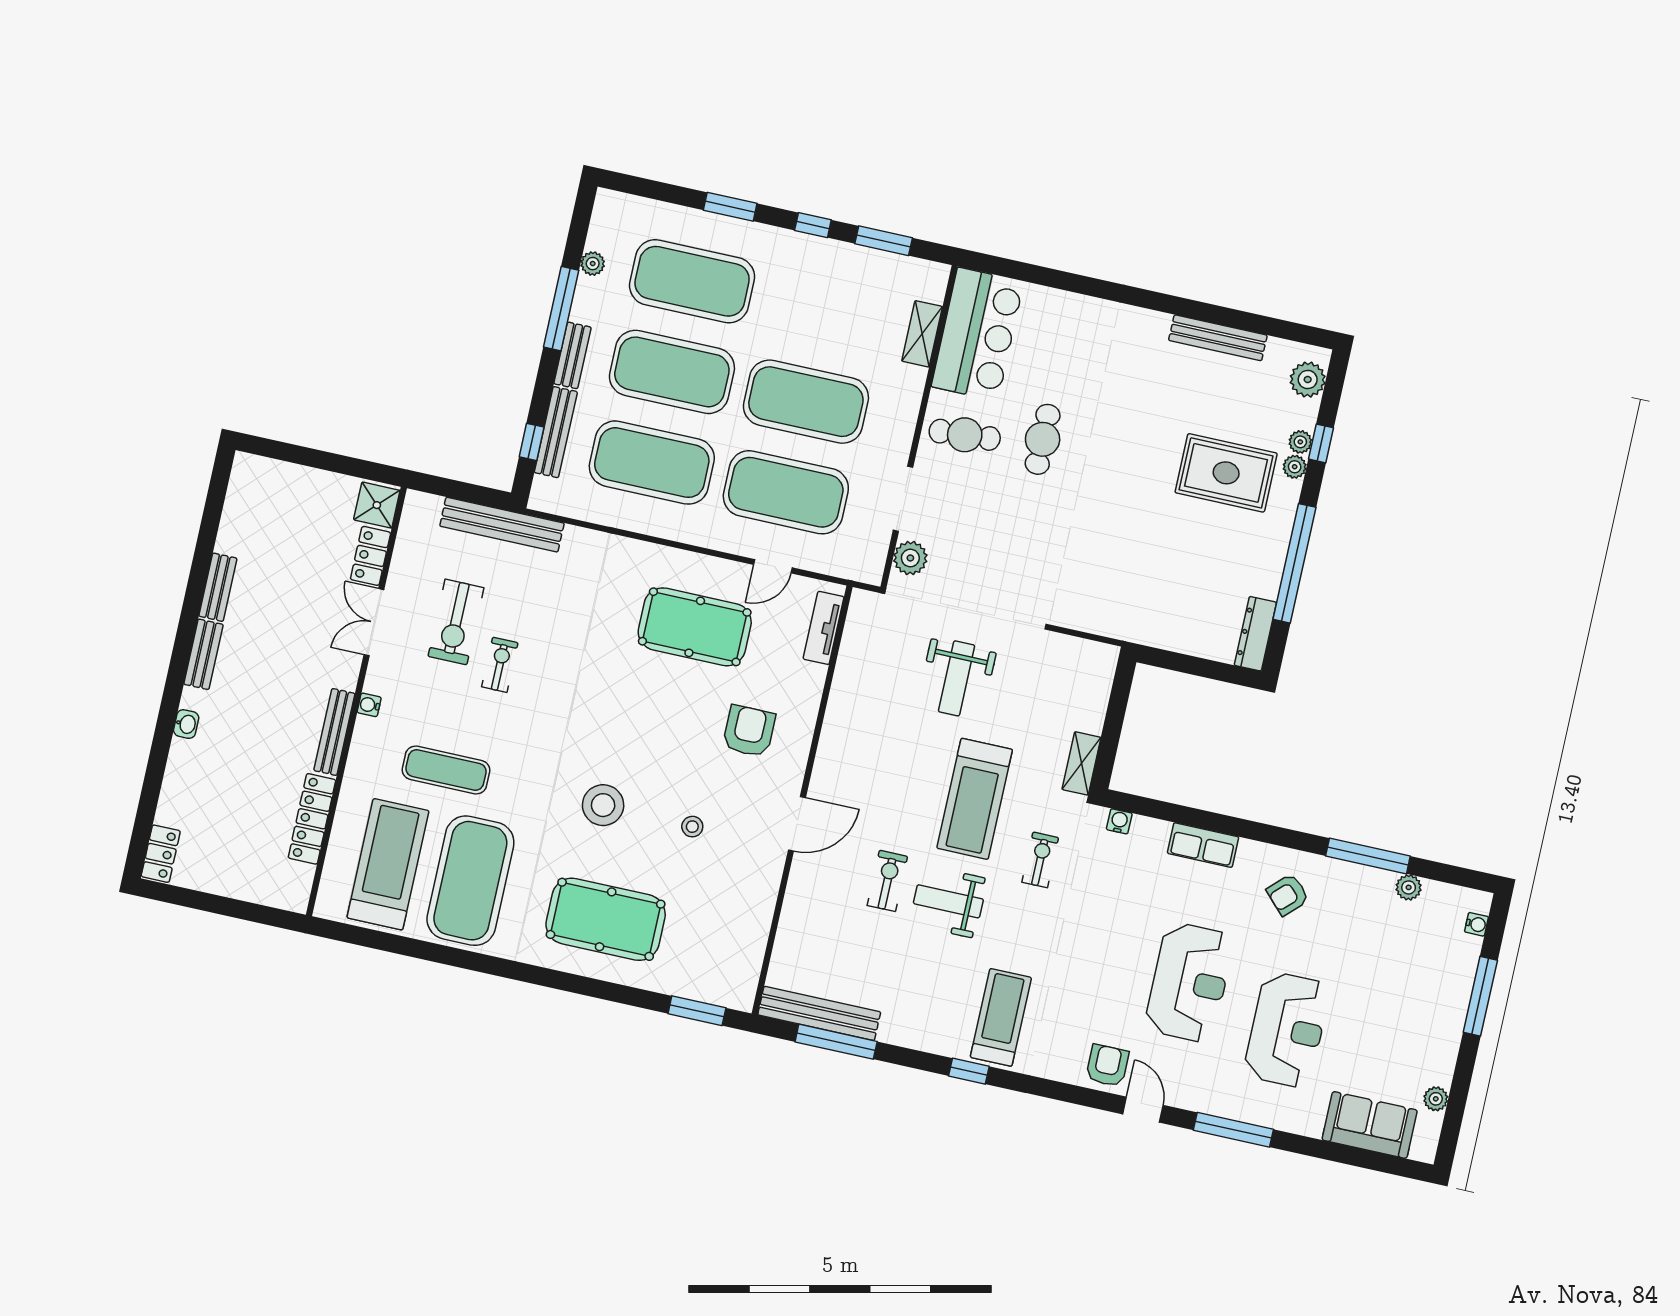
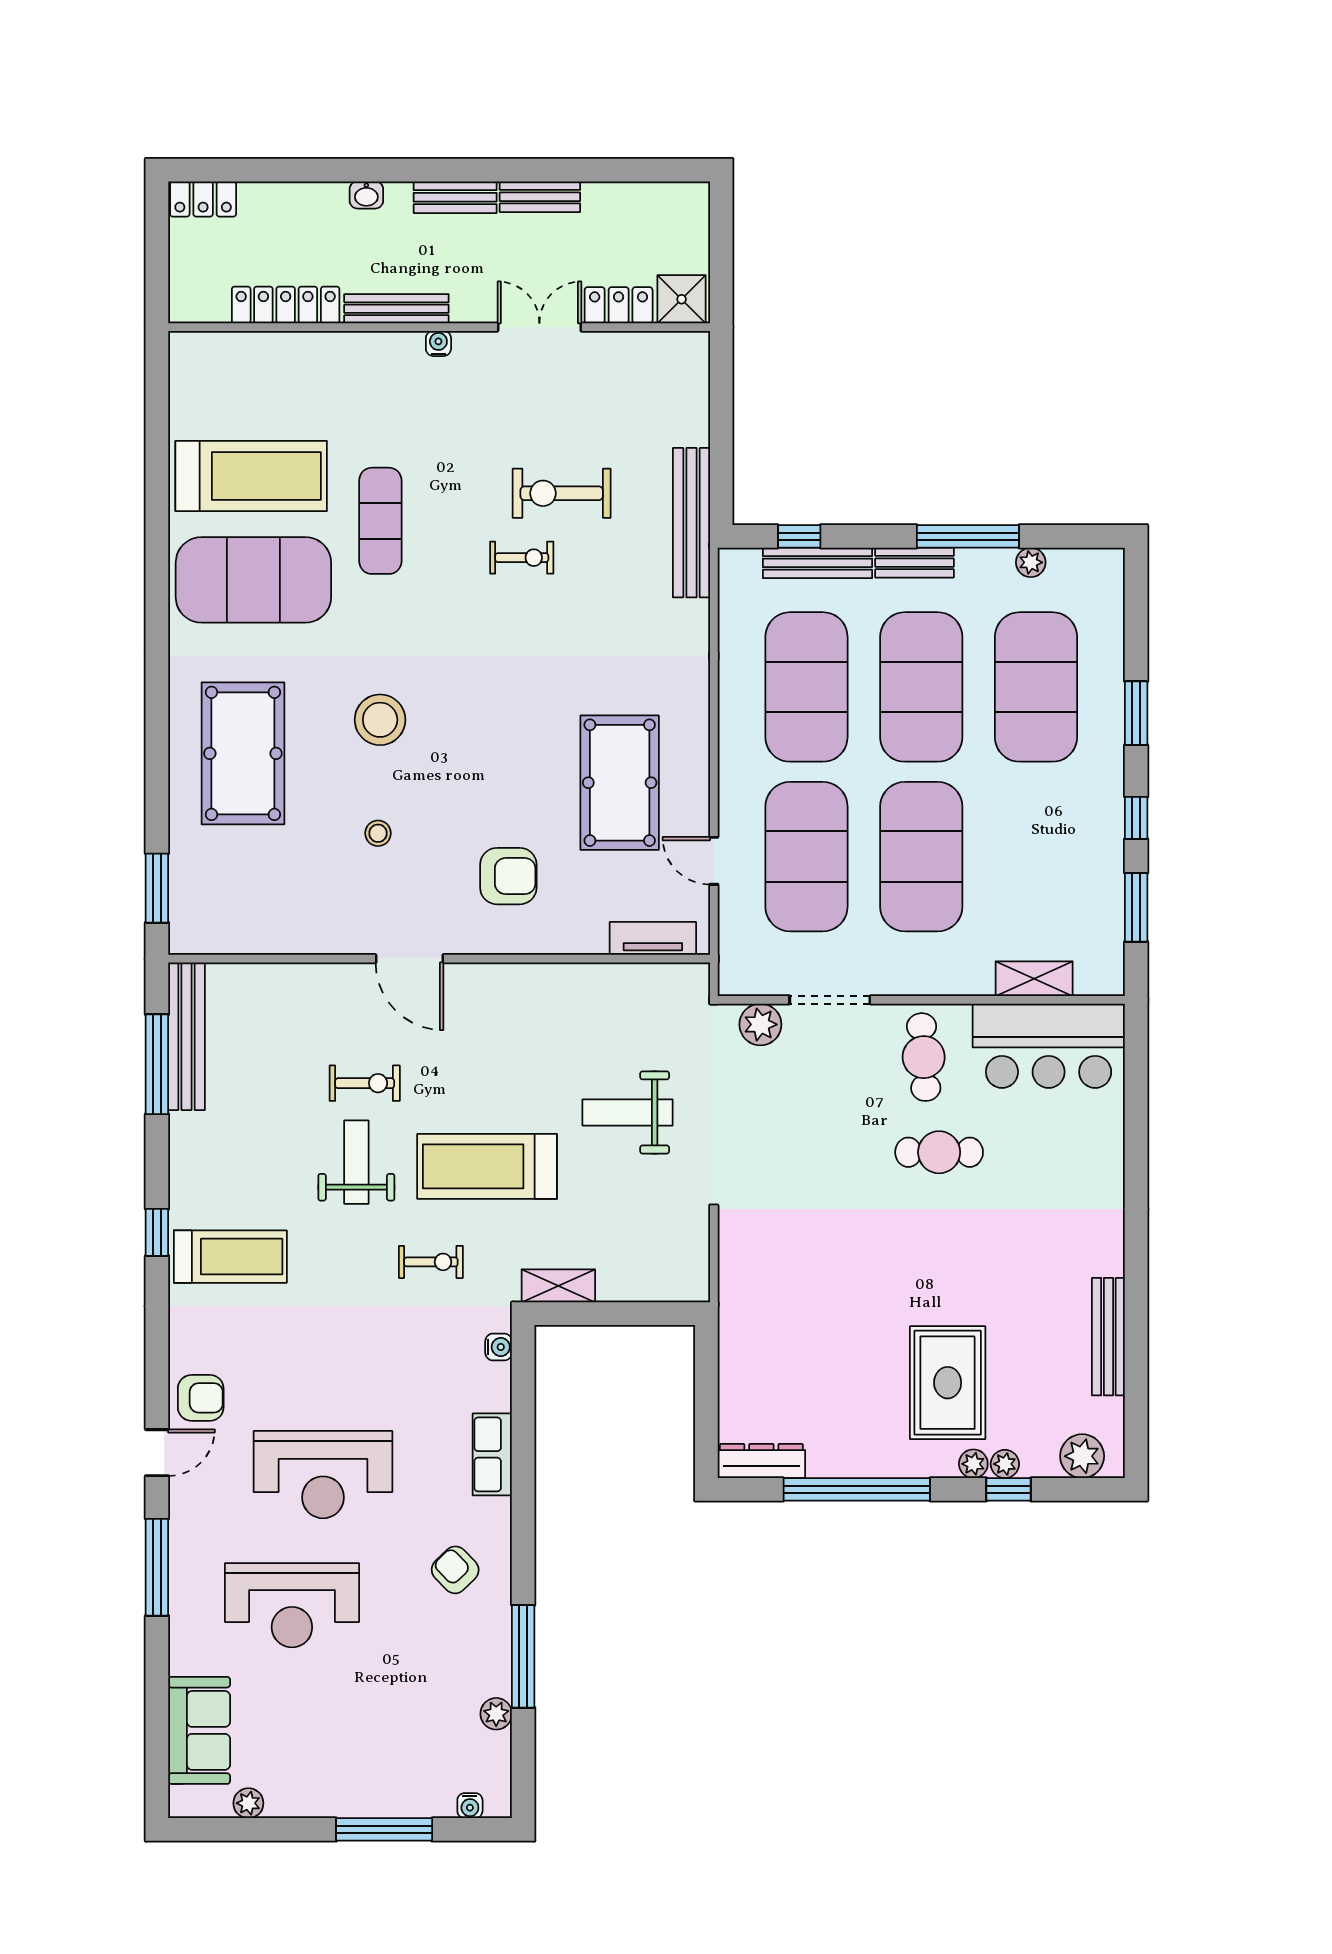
shower: (377, 505) -> (682, 299), moved
locker: (371, 556) -> (619, 305), moved
double door: (374, 622) -> (539, 327), moved
wall: (356, 701) -> (439, 327), moved
water cooler: (369, 705) -> (438, 343), moved
bench: (334, 732) -> (396, 309), moved
locker: (312, 819) -> (286, 305), moved

